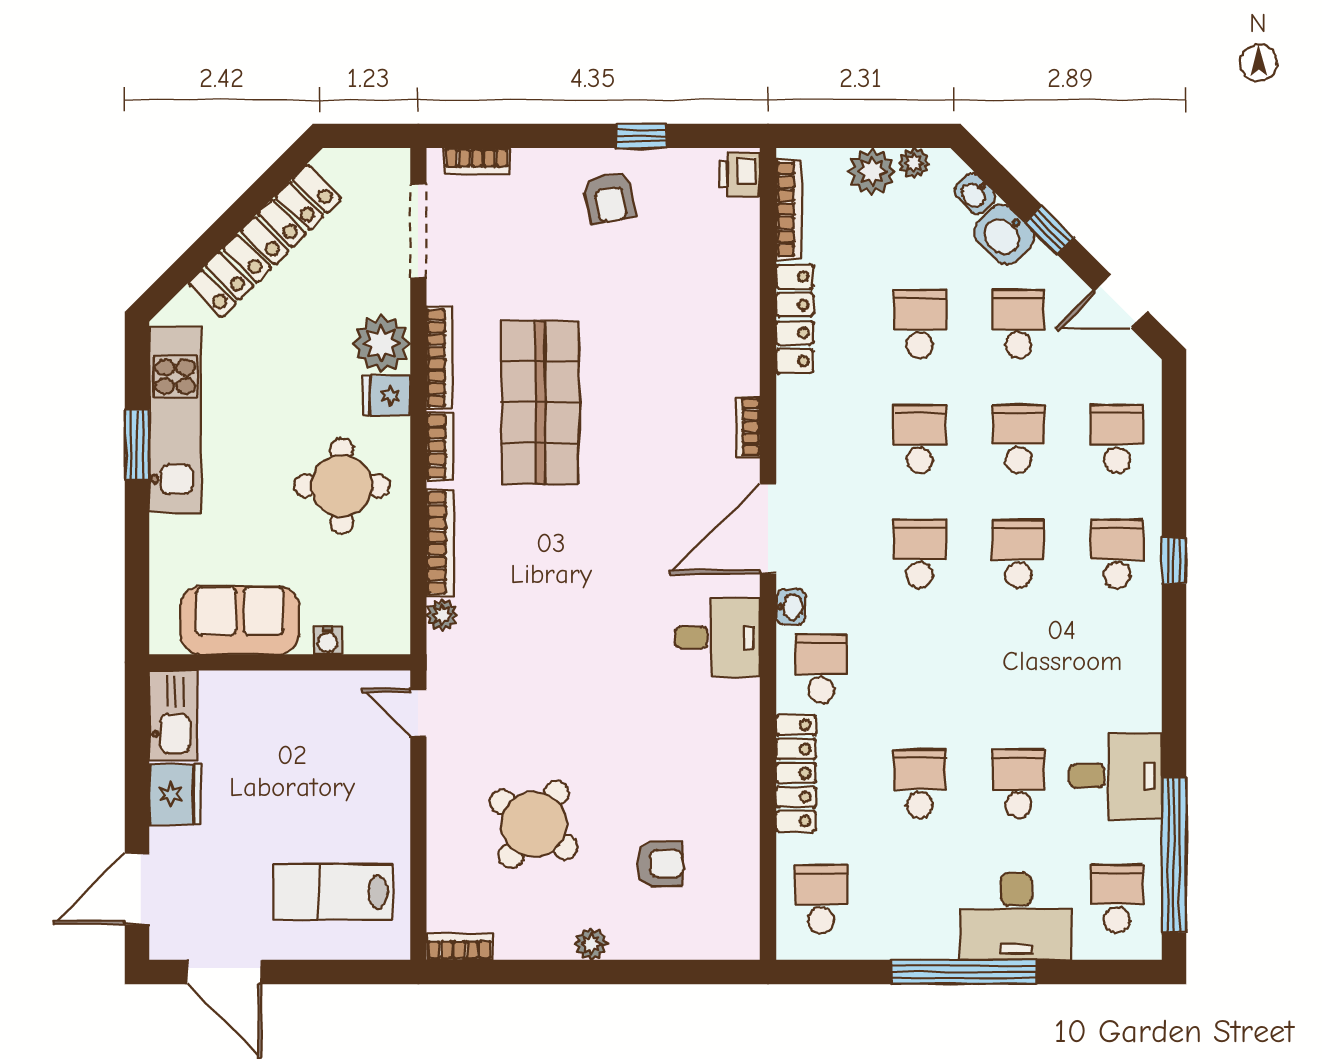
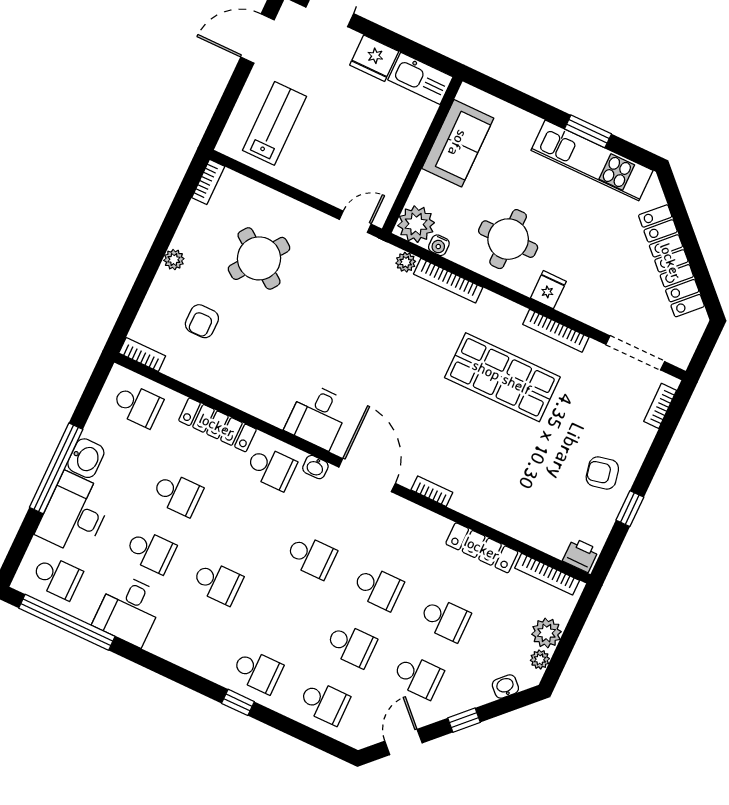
washbasin: (1004, 234) -> (86, 458), moved, turned 135
plant: (381, 344) -> (416, 224), moved
bookcase: (440, 446) -> (142, 354), moved, turned 180
school desk: (1018, 554) -> (217, 582), moved
water cooler: (328, 640) -> (439, 245), moved, turned -90

